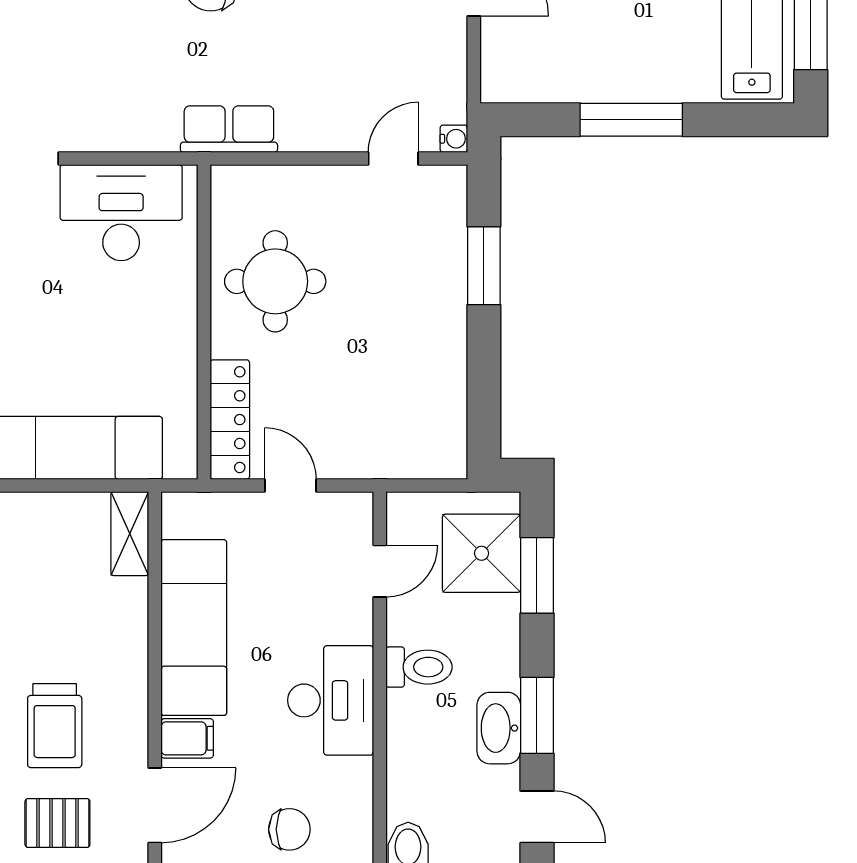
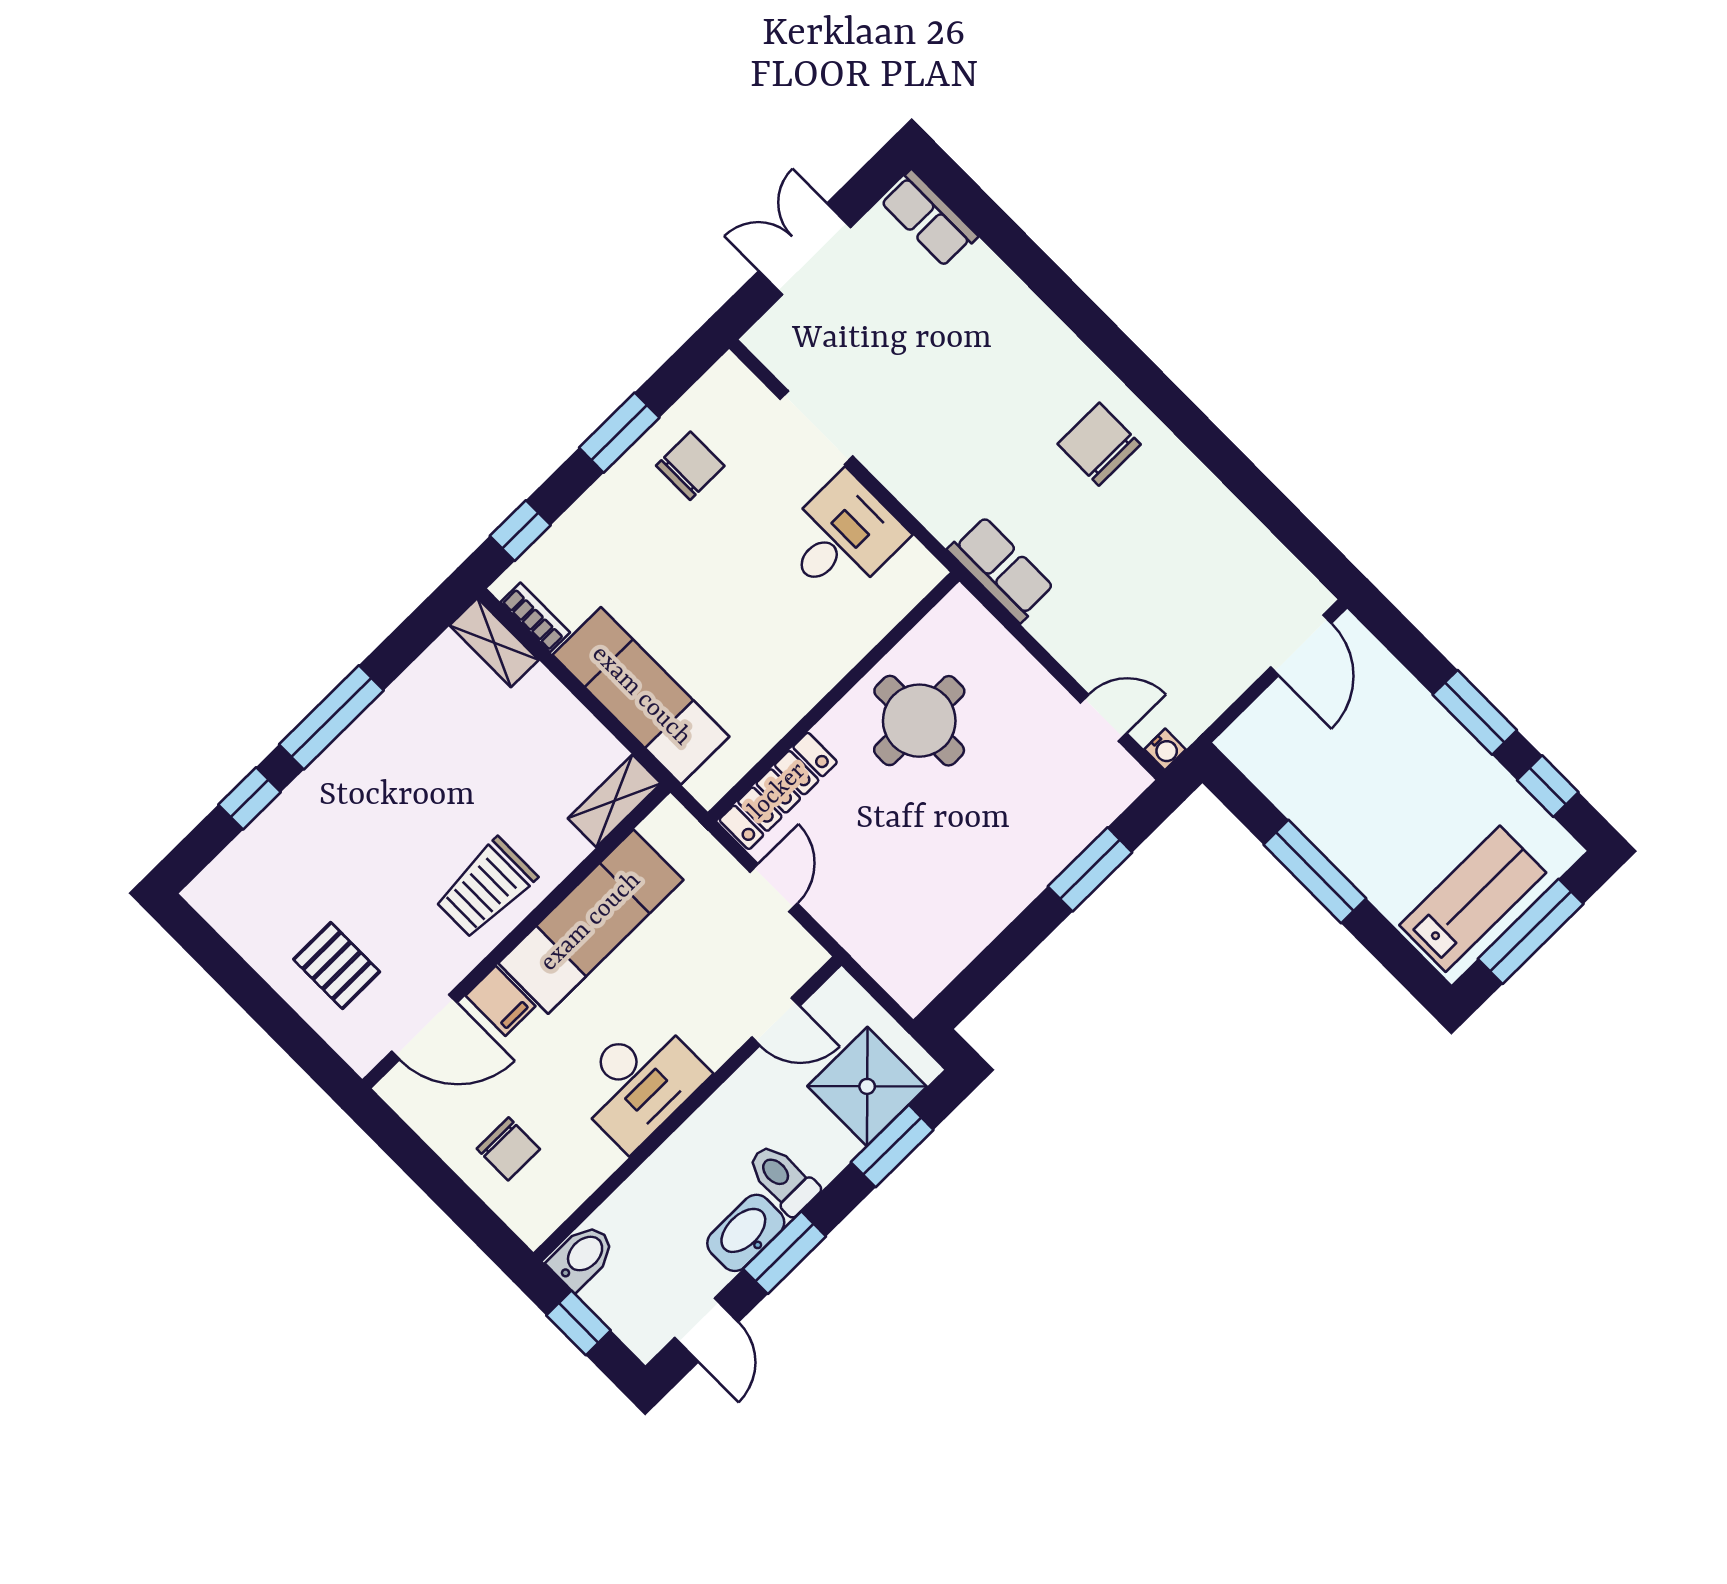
desk: (121, 213) -> (842, 537), width x0.73
toilet: (419, 667) -> (783, 1179), moved, turned 180
trolley: (55, 726) -> (486, 888), moved

